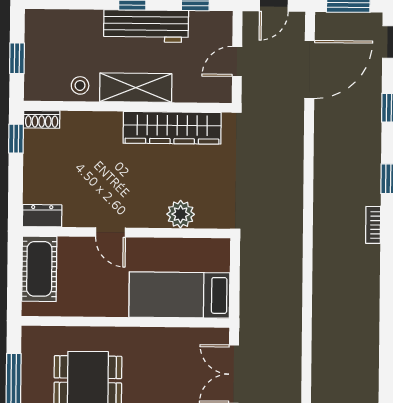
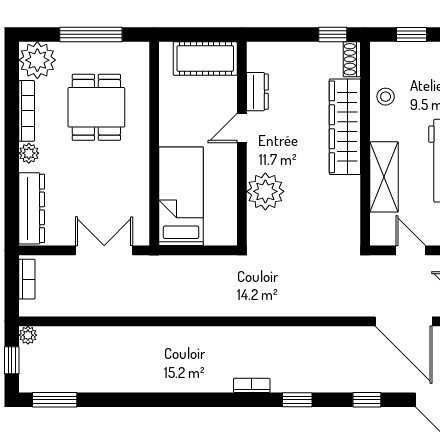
shelving: (136, 88) -> (384, 177), moved
wardrobe: (172, 128) -> (345, 127), moved
plant: (181, 214) -> (265, 191), width x1.36, depth x1.36
dresser: (42, 216) -> (257, 92), moved

